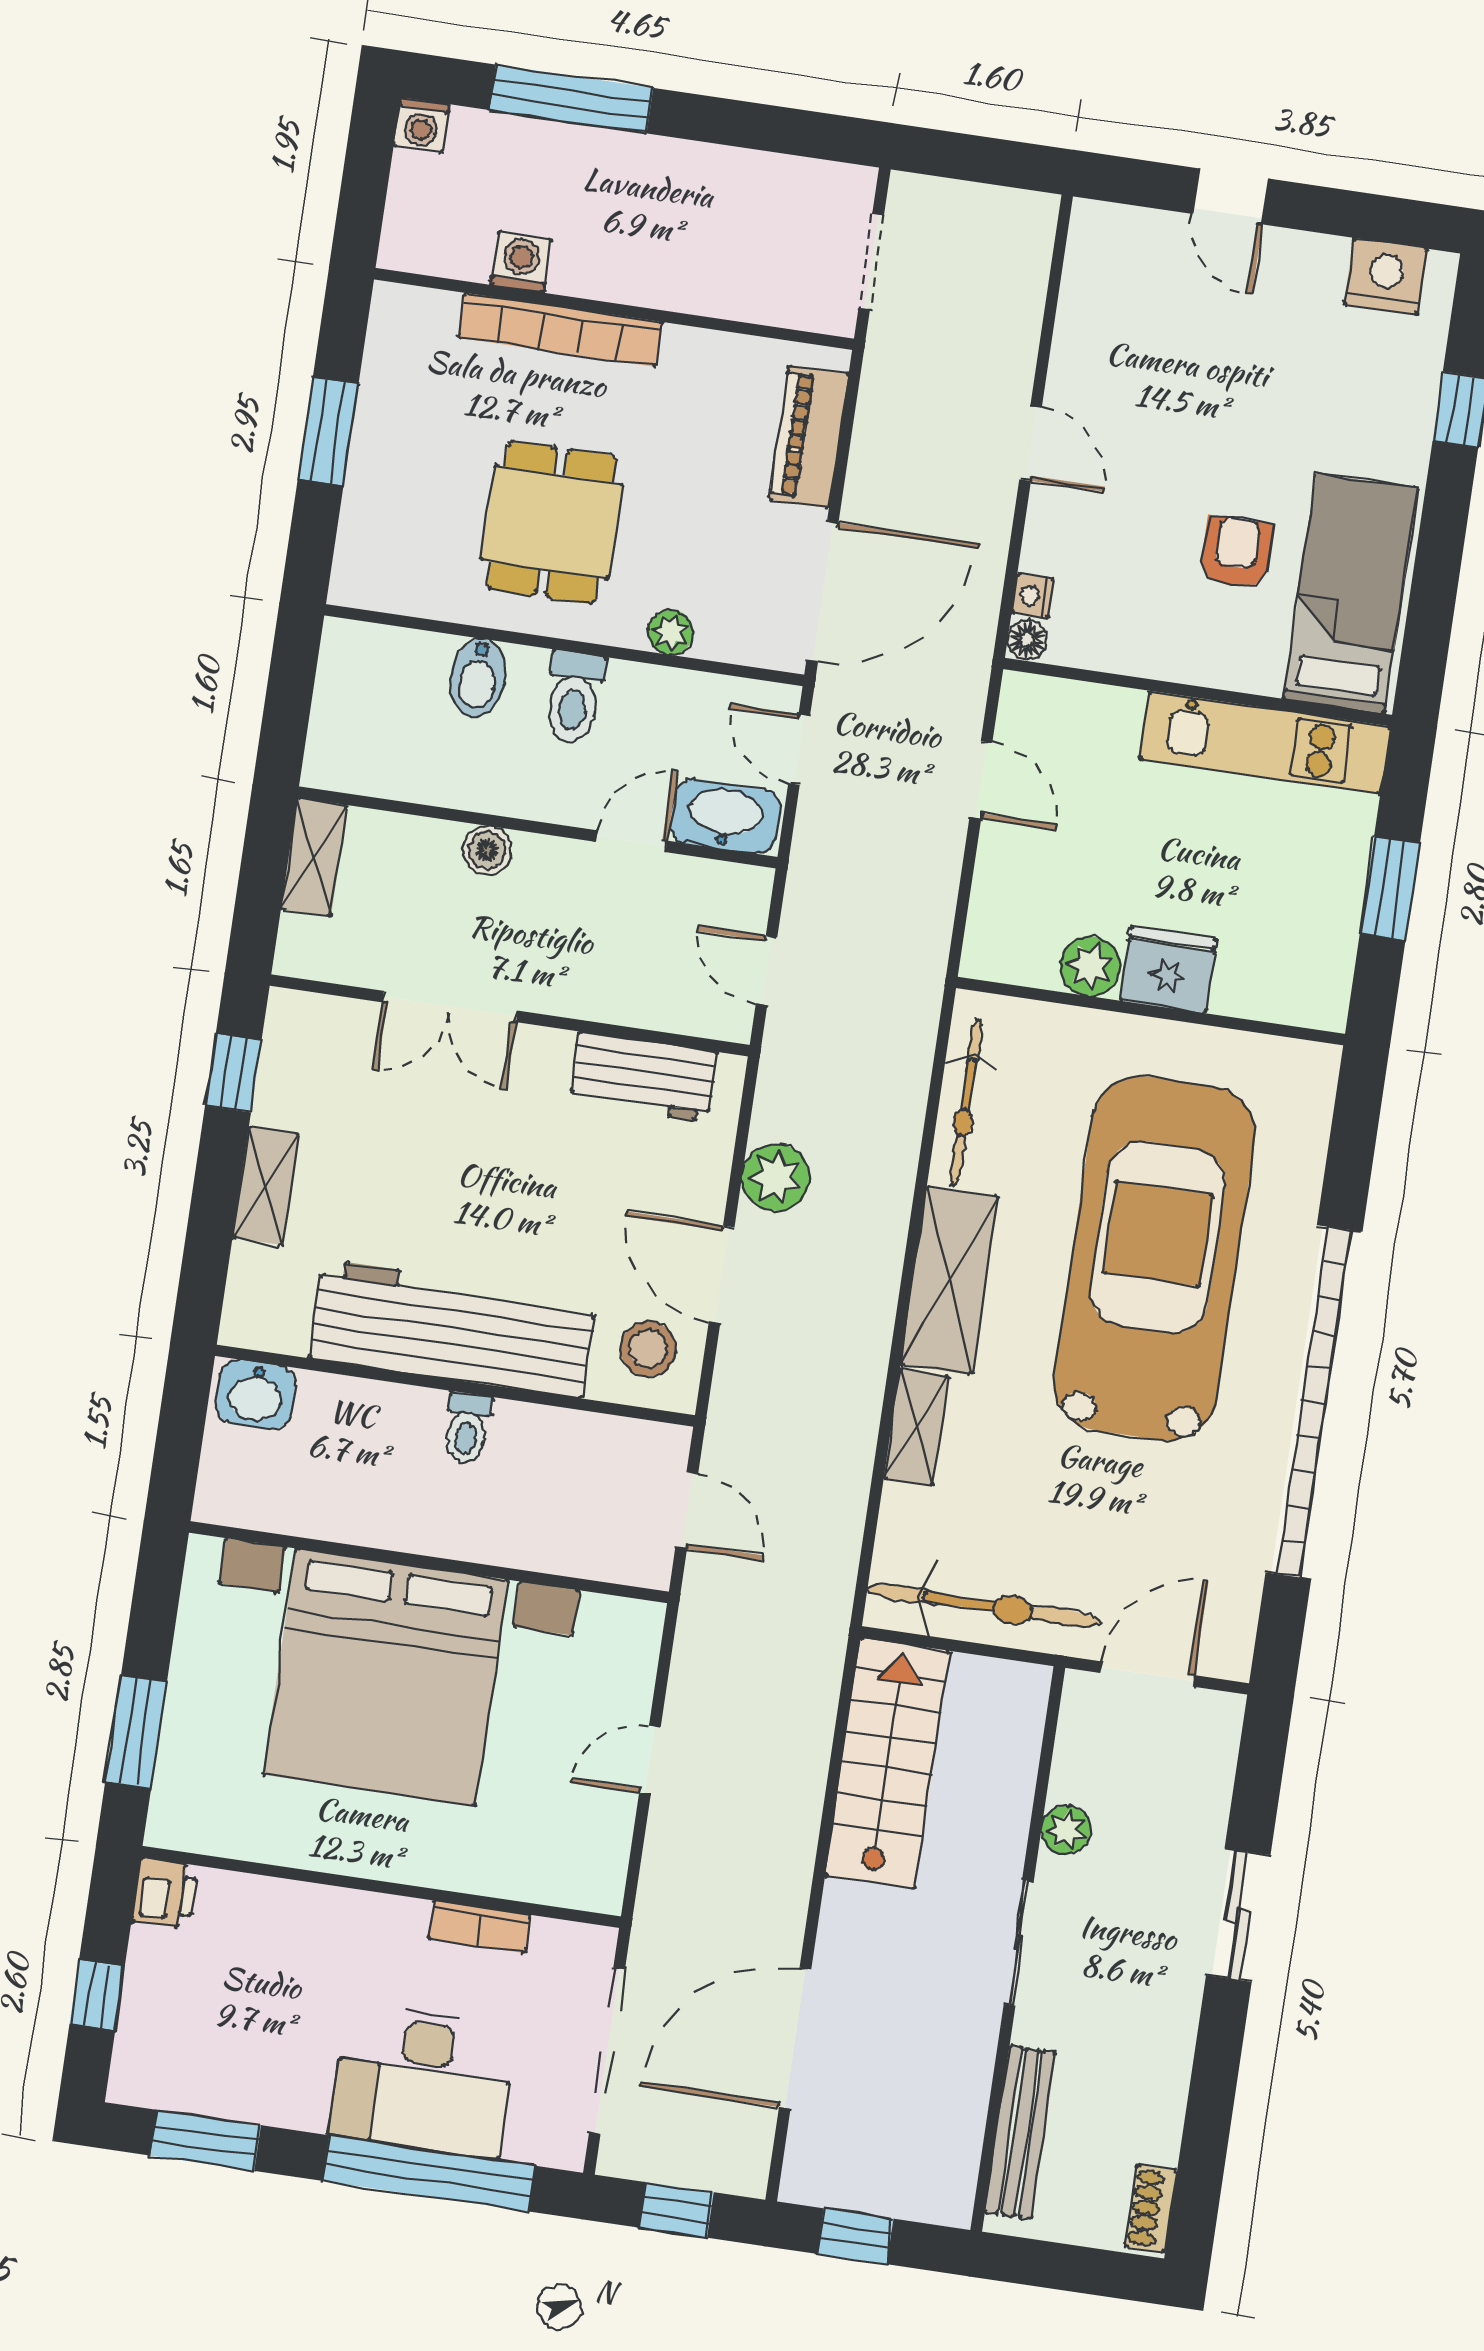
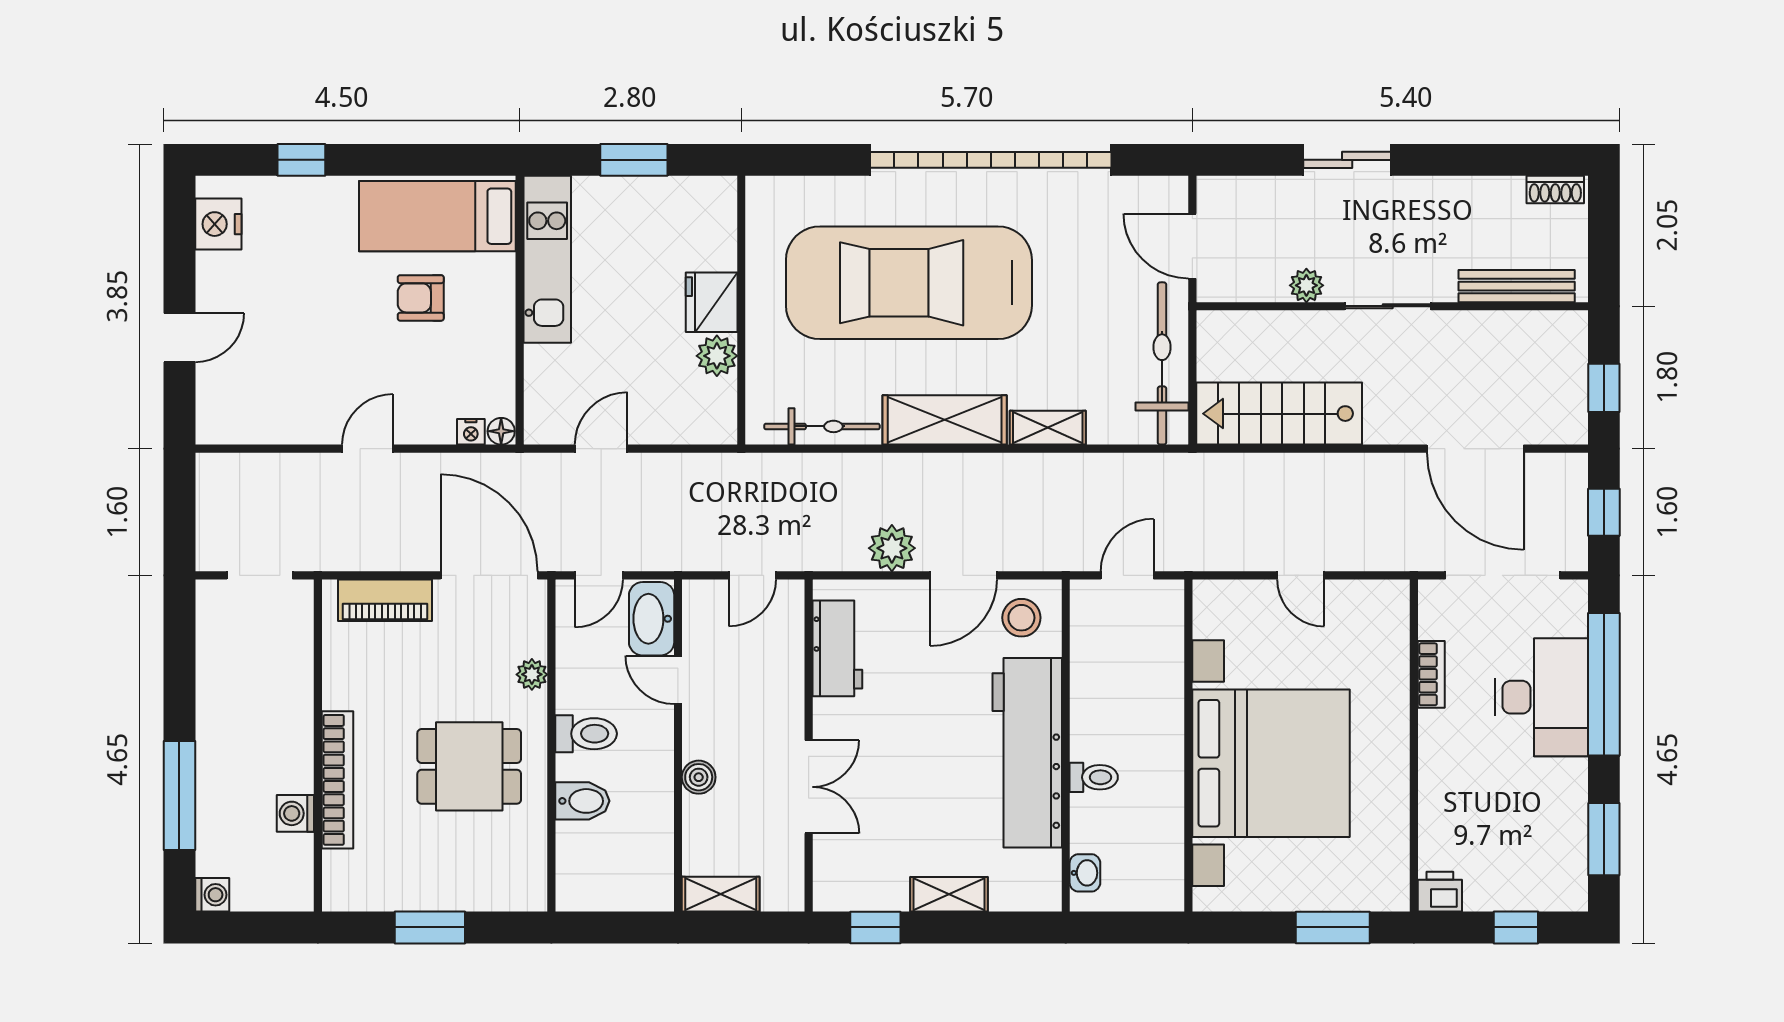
washbasin: (256, 1394) -> (1085, 873), width x0.72, depth x0.69
toilet: (467, 1429) -> (1094, 777), moved

